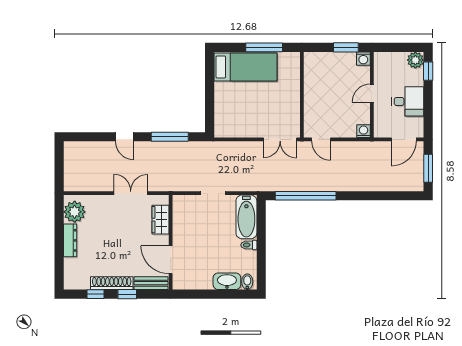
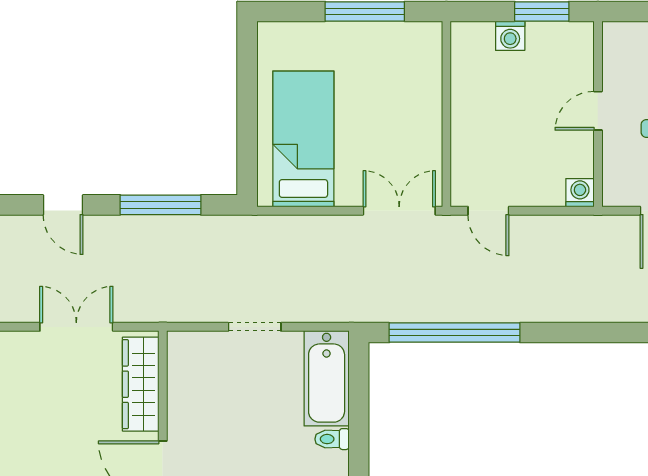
washing machine: (363, 59) -> (510, 36), moved
bed: (246, 67) -> (303, 139), moved, turned -90
double door: (280, 139) -> (399, 211), swing flipped
wardrobe: (160, 220) -> (141, 384), width x1.50

